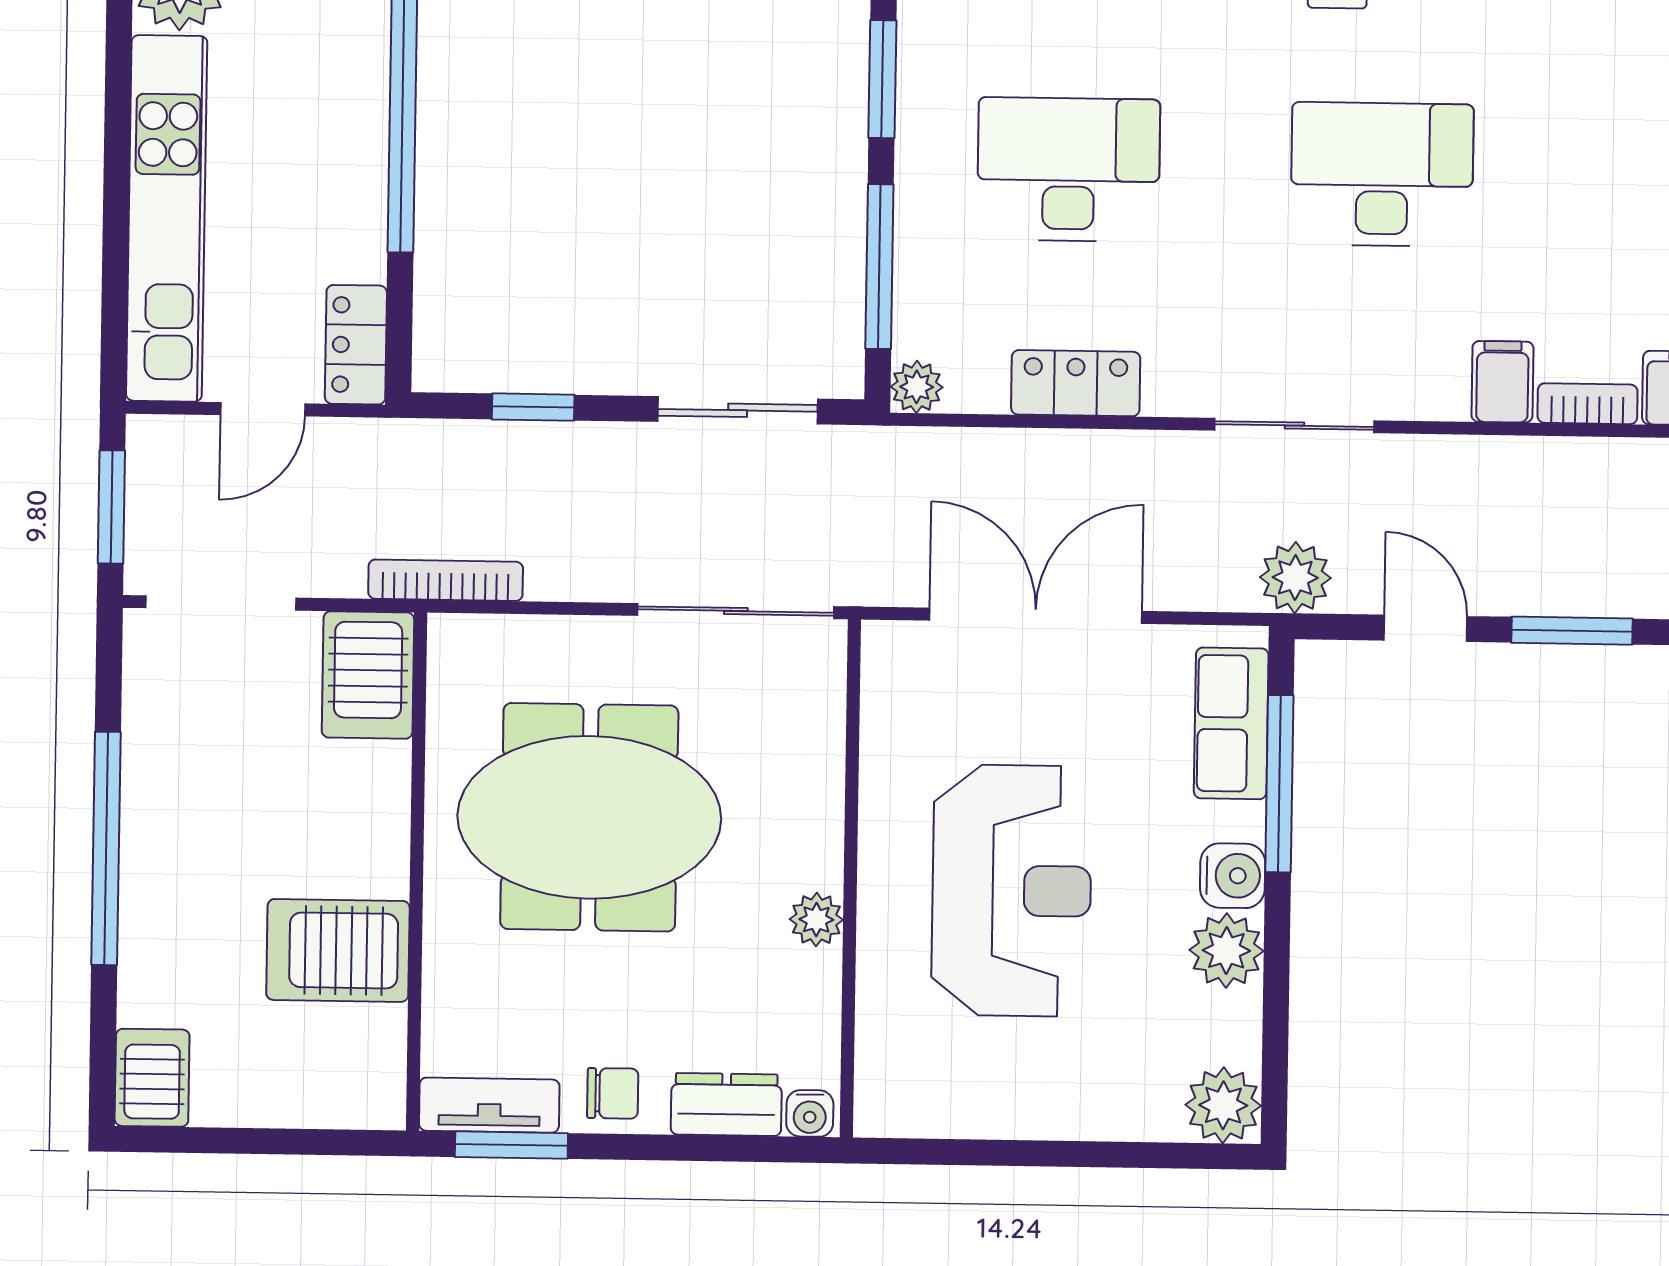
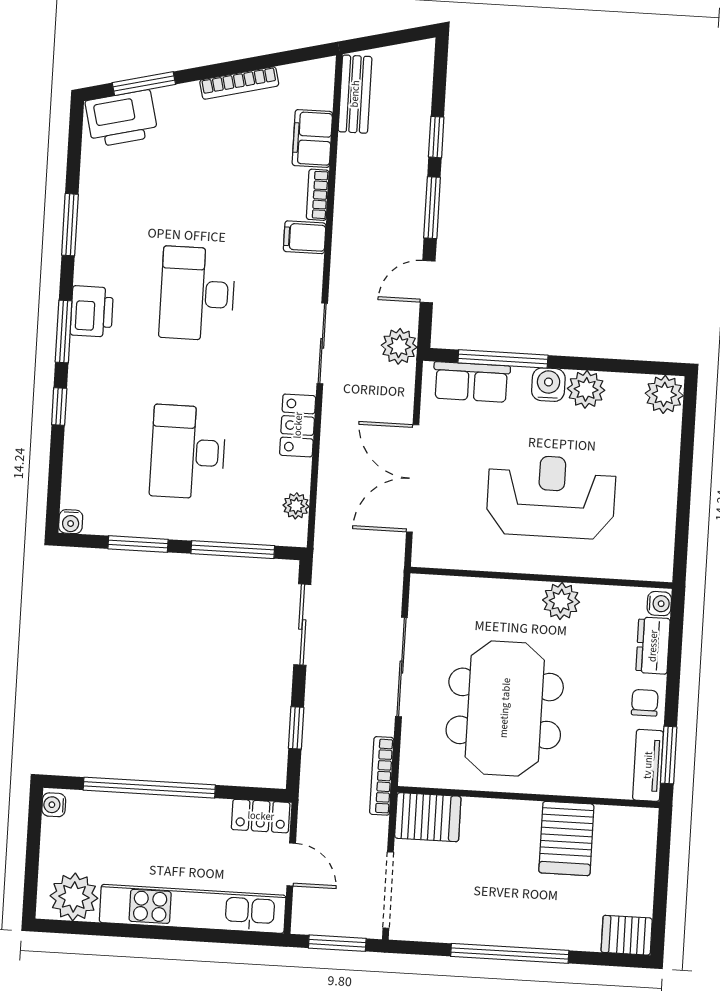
locker: (1076, 383) -> (298, 425), moved
plant: (917, 387) -> (296, 506), moved
sliding door: (736, 611) -> (401, 667), moved
plant: (816, 920) -> (561, 601), width x1.38, depth x1.38

